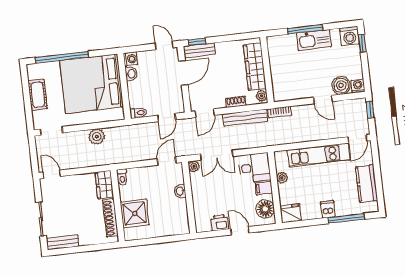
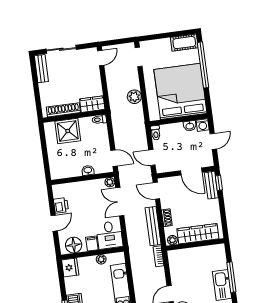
door: (164, 45) -> (213, 141), moved
cot: (38, 95) -> (184, 43), moved

